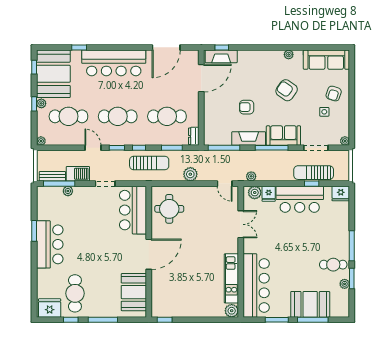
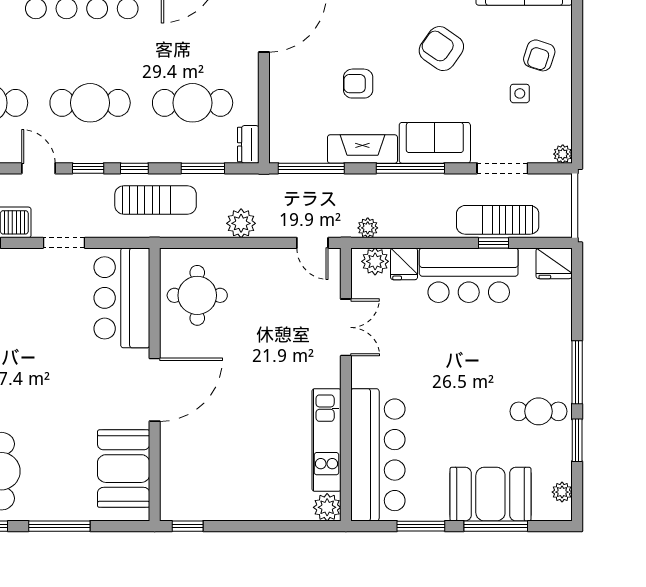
plant: (345, 284) -> (562, 492), moved

